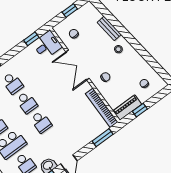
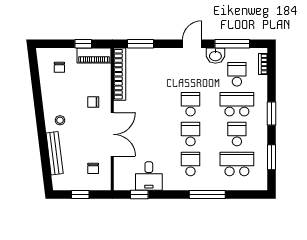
bench: (109, 28) -> (55, 153), width x1.36
desk: (47, 45) -> (149, 176), moved, turned -90

